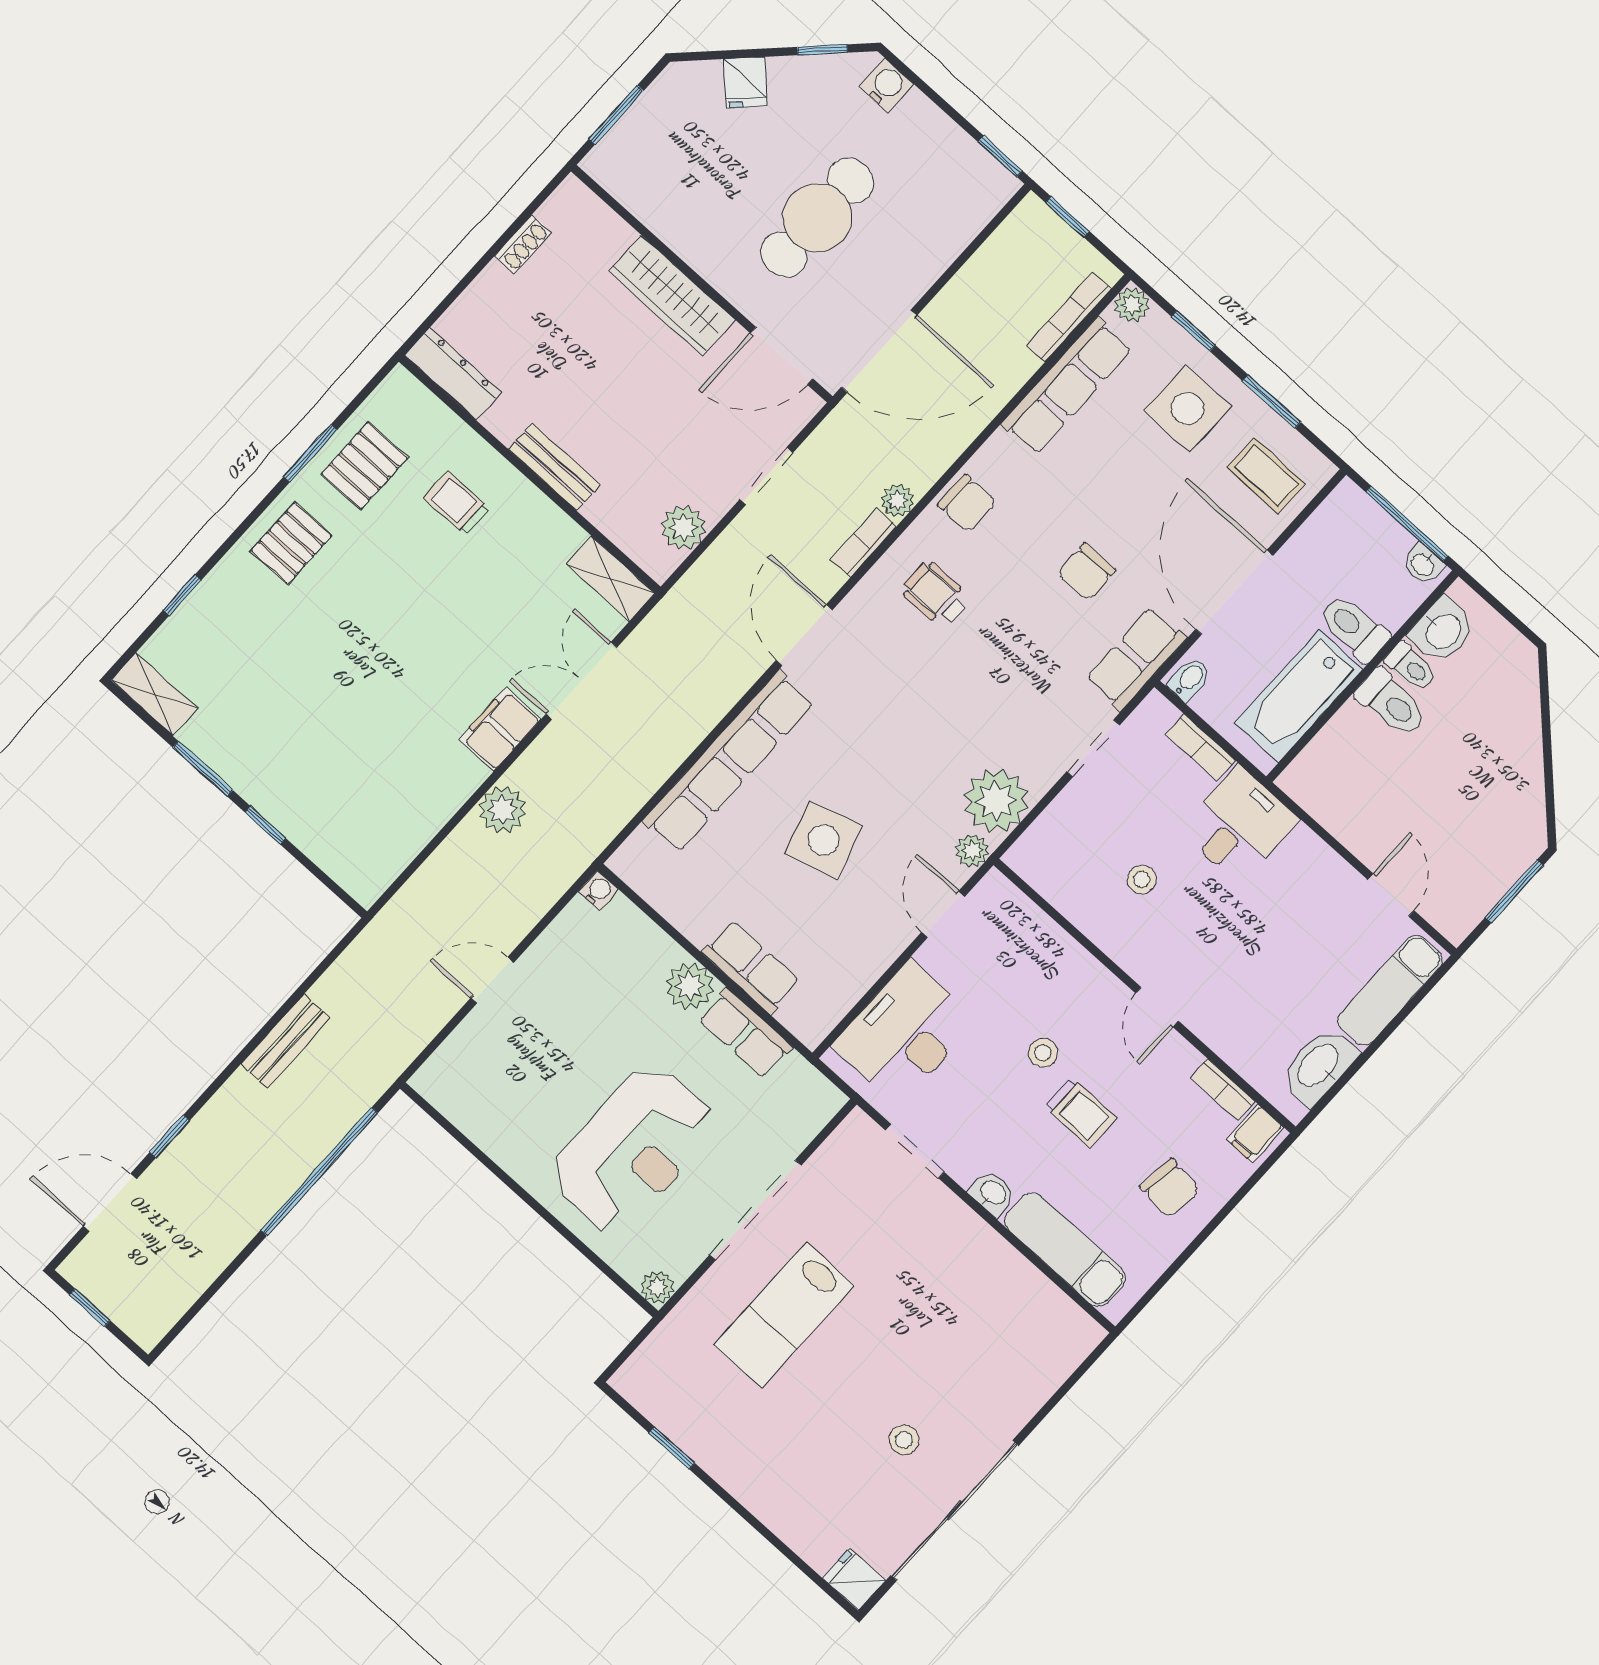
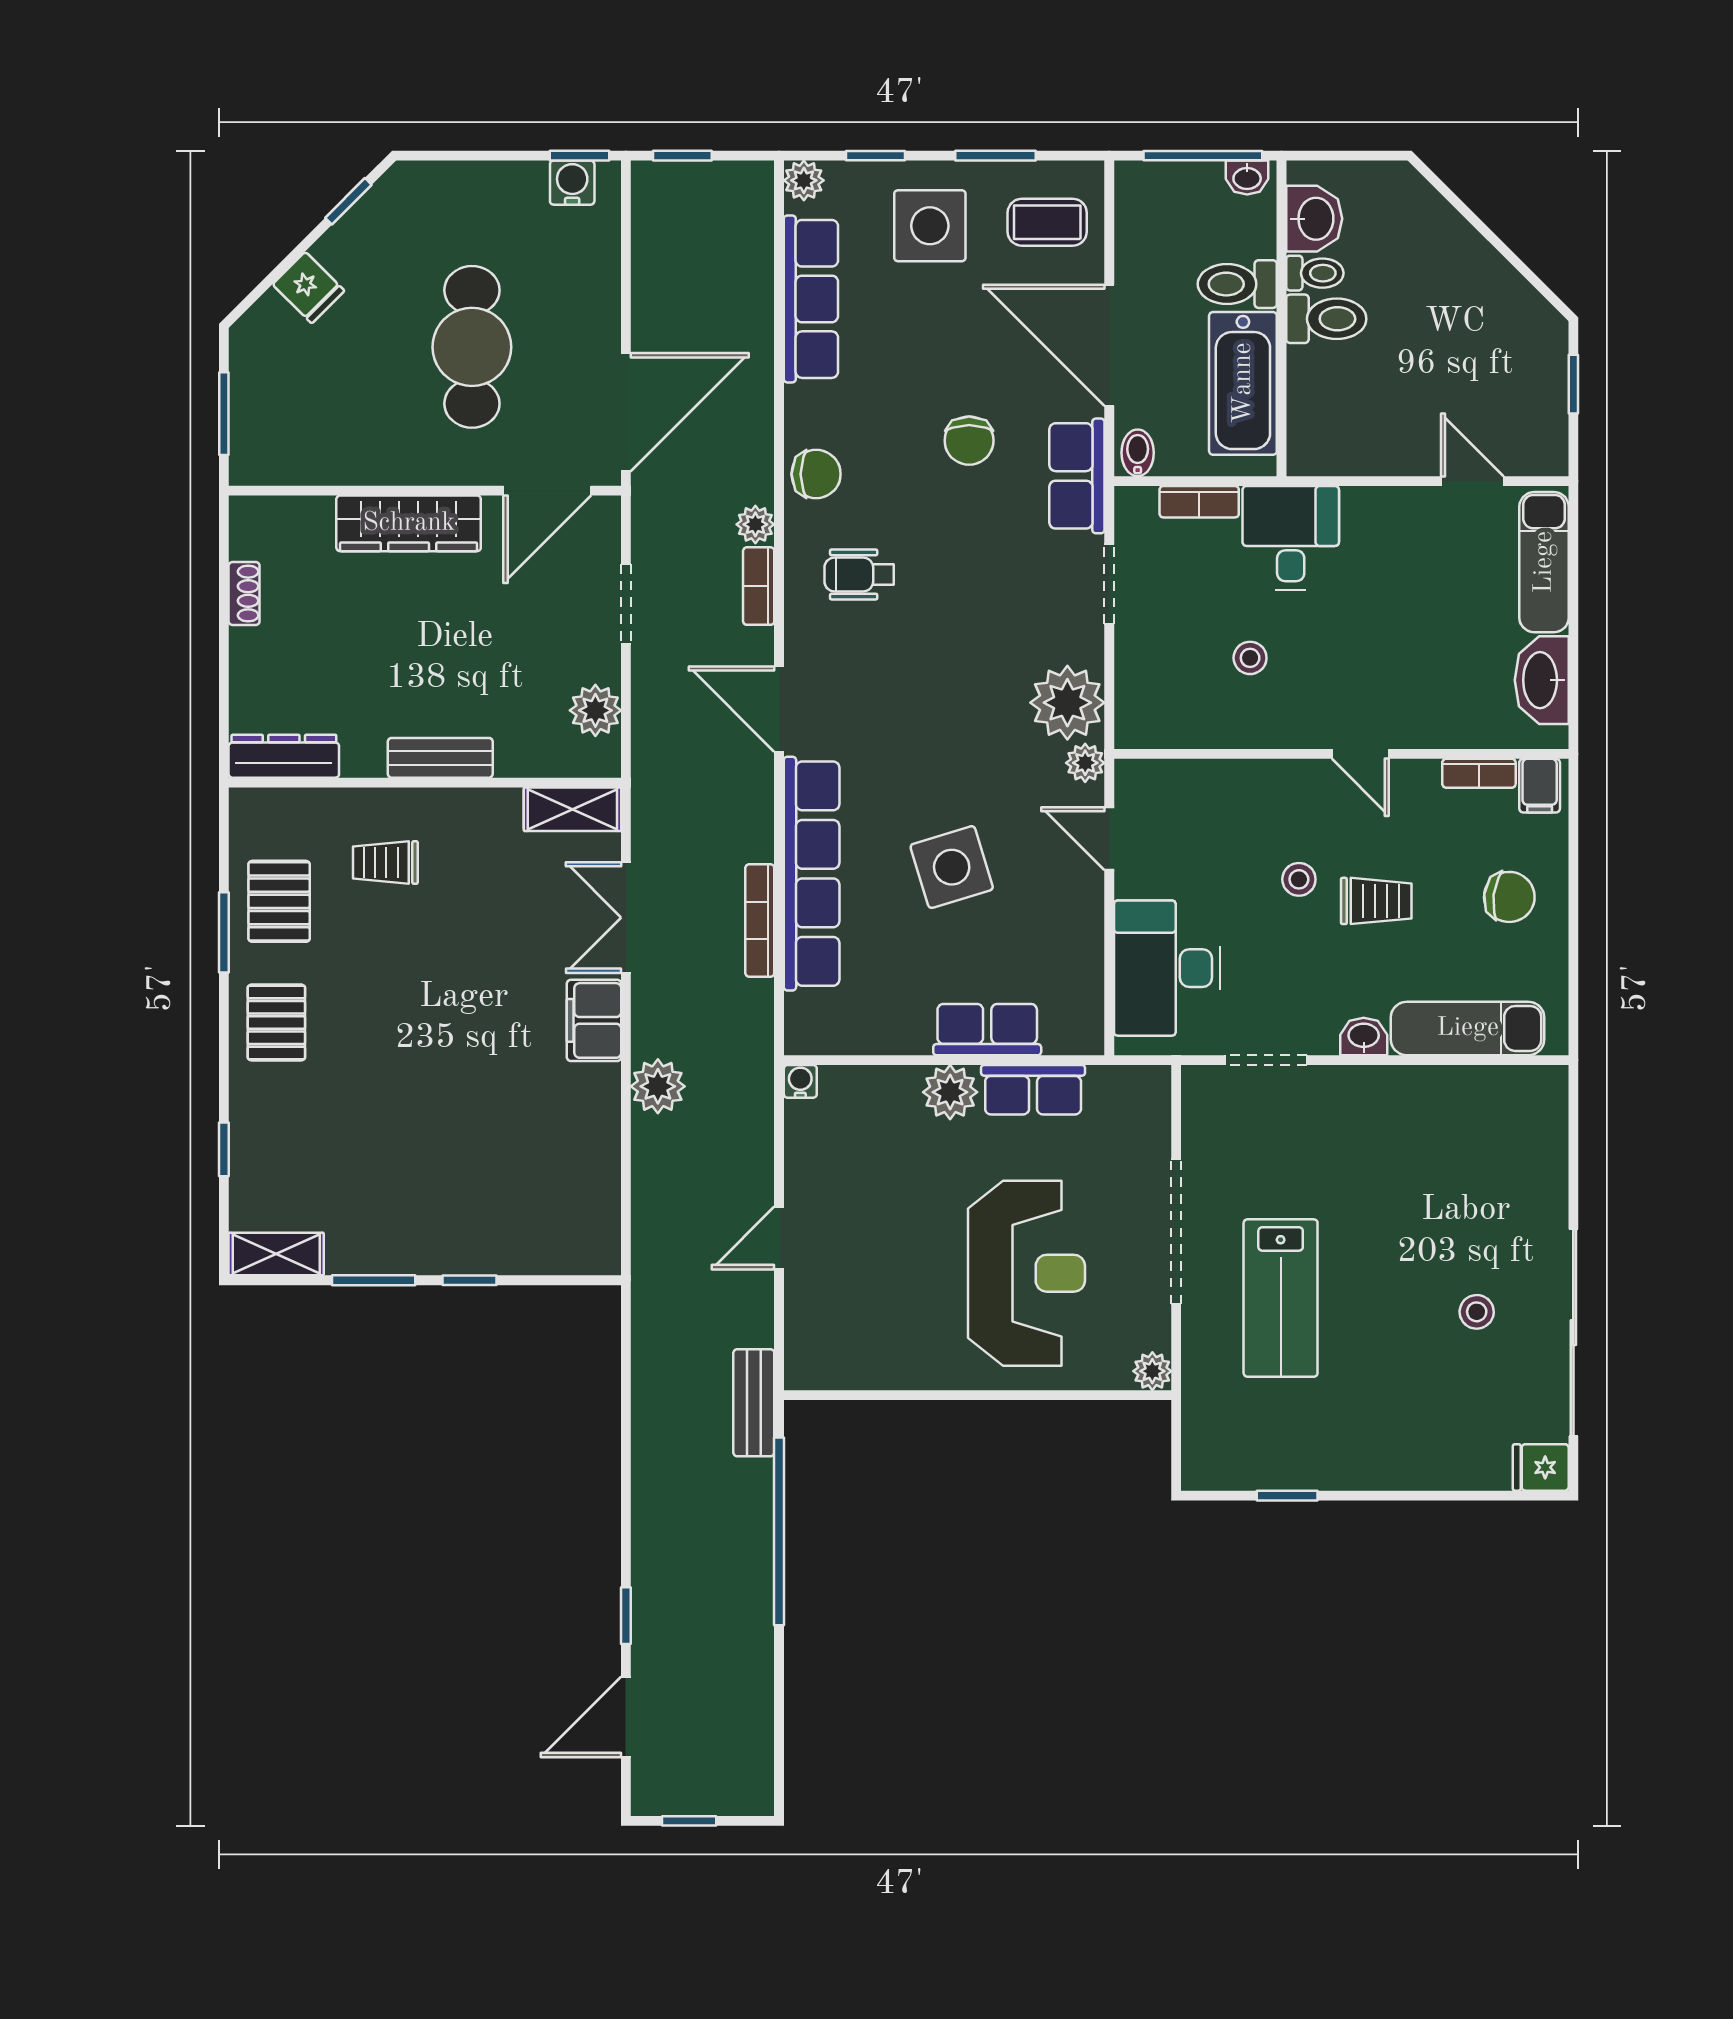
water cooler: (886, 85) -> (572, 183), moved
bookcase: (1069, 317) -> (760, 921), moved
window: (1514, 891) -> (1573, 384), width x0.67
bench: (286, 1041) -> (754, 1403), moved

